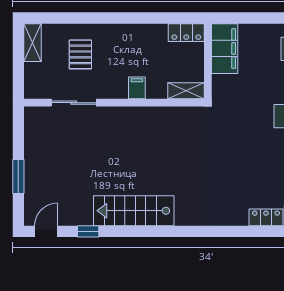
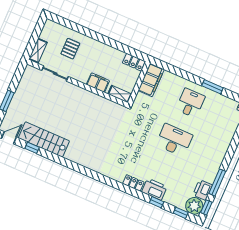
shelving: (33, 43) -> (38, 51), moved
filing cabinet: (137, 88) -> (98, 83), width x2.00
stairs: (134, 211) -> (44, 140), moved

